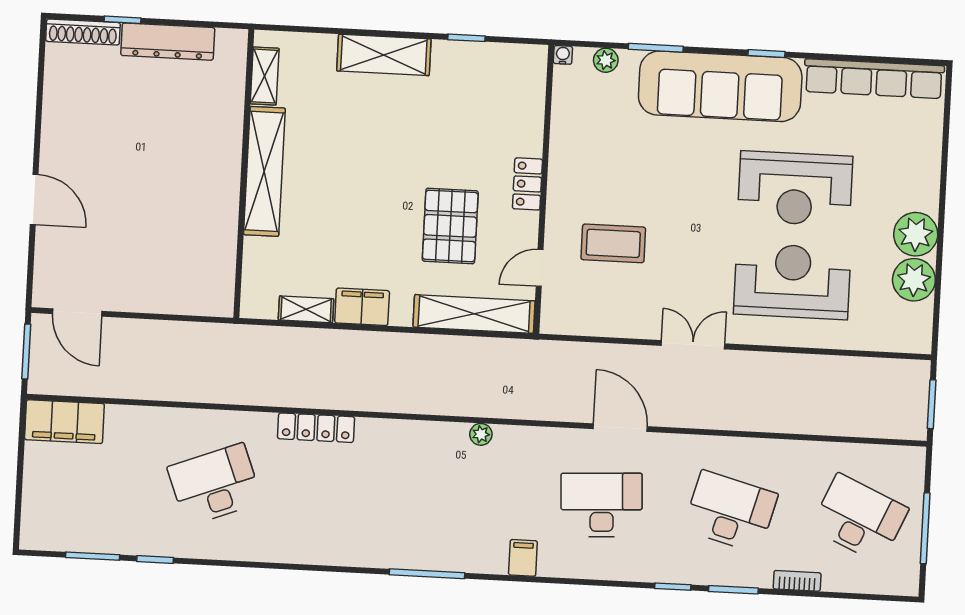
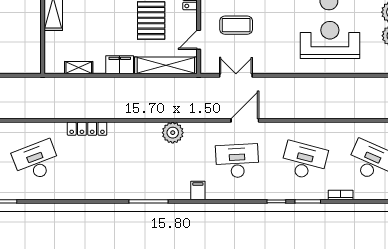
filing cabinet: (362, 307) -> (120, 65), moved
double door: (693, 345) -> (236, 75), moved
door: (620, 428) -> (245, 120), hinge flipped
plant: (481, 434) -> (173, 133), width x1.87, depth x1.87

